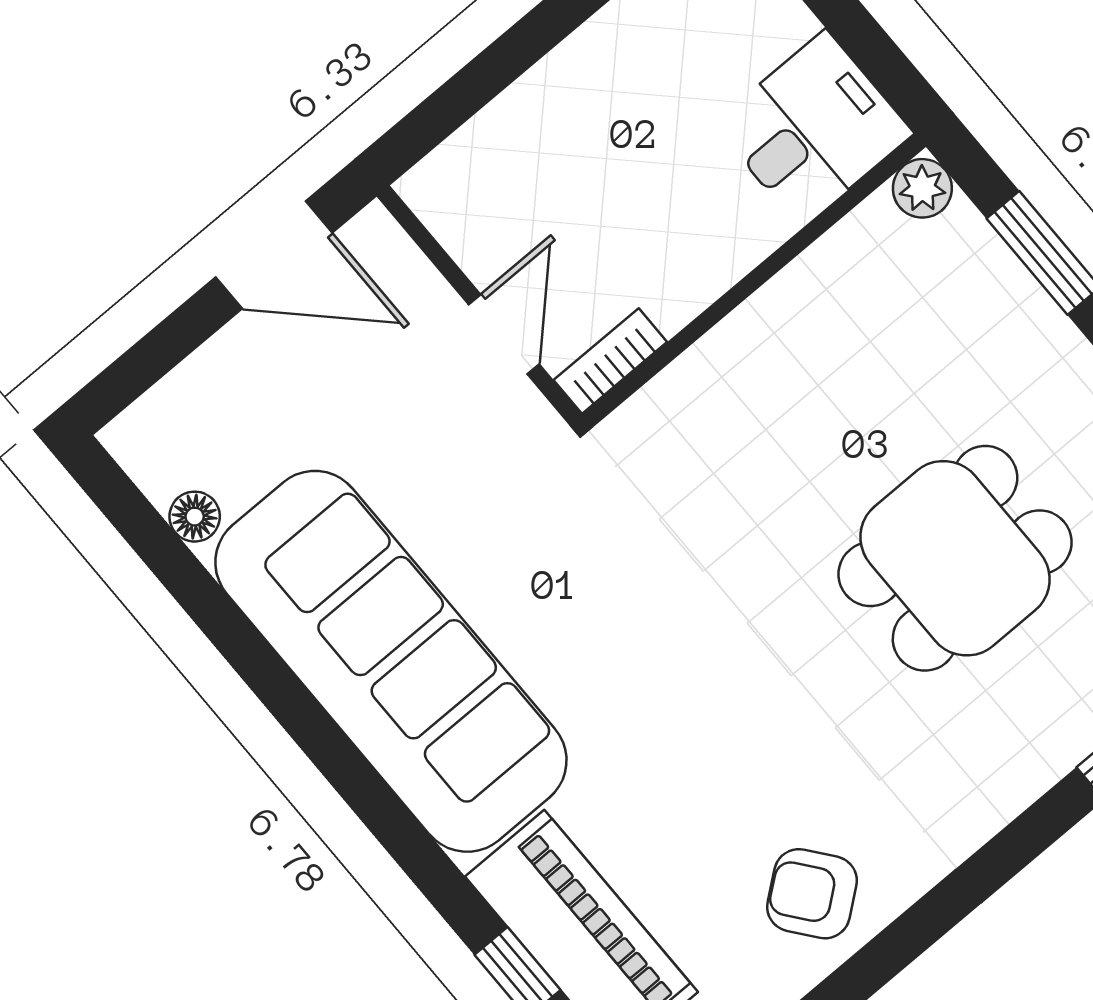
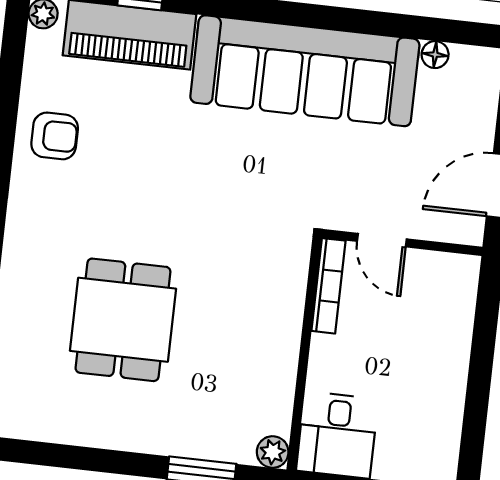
bookcase: (610, 361) -> (329, 286), width x1.56
armchair: (812, 894) -> (55, 136), turned 38

